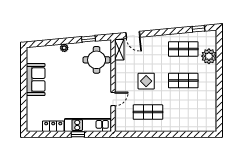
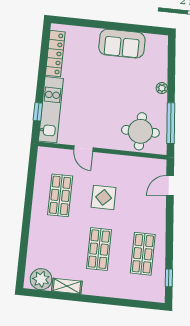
window: (88, 39) -> (171, 123), width x2.17
shelving: (119, 50) -> (67, 286), moved
plant: (209, 56) -> (41, 279), moved
locker: (53, 126) -> (55, 54), width x1.53
window: (78, 134) -> (38, 112), moved

